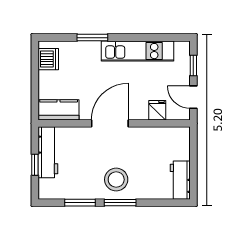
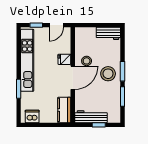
kitchen unit: (138, 51) -> (27, 60), width x1.36
fridge: (157, 110) -> (64, 59), moved
door: (110, 123) -> (73, 78), swing flipped
stool: (136, 145) -> (87, 61), added

